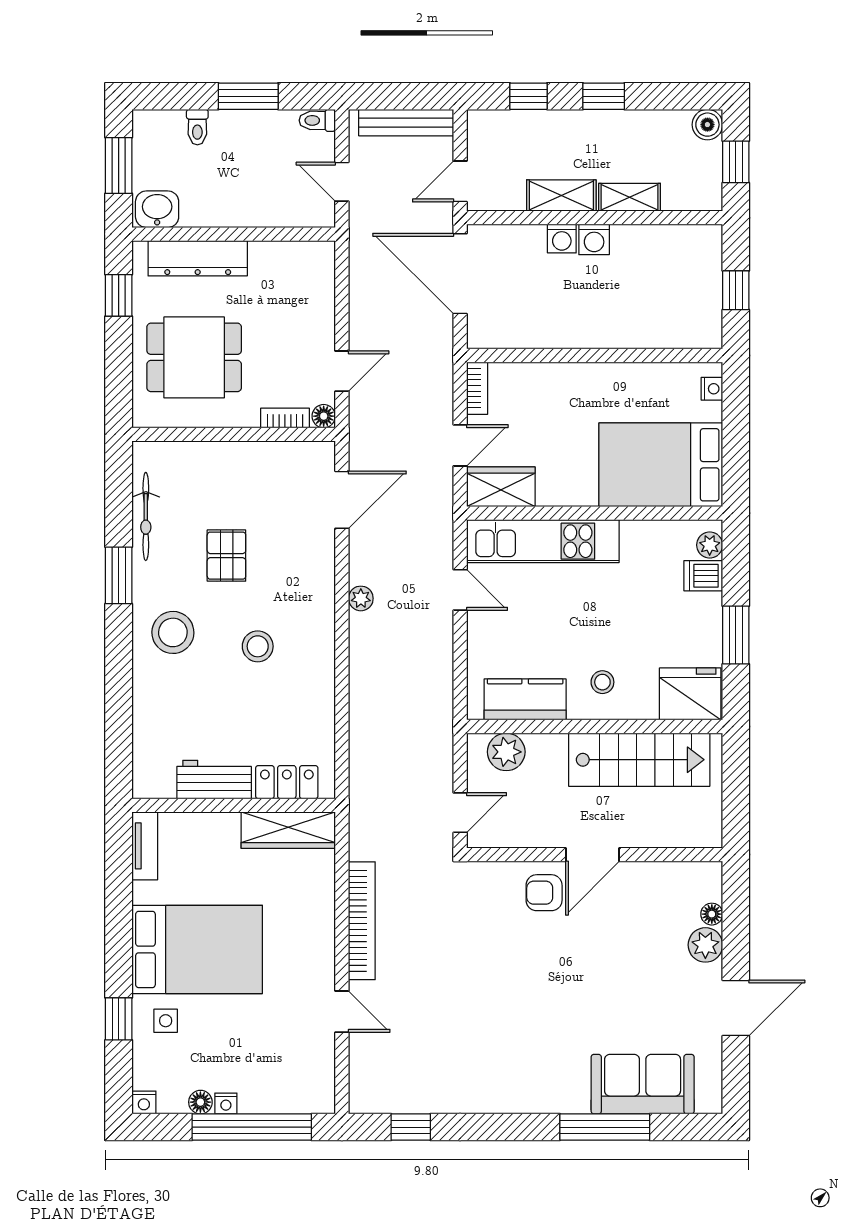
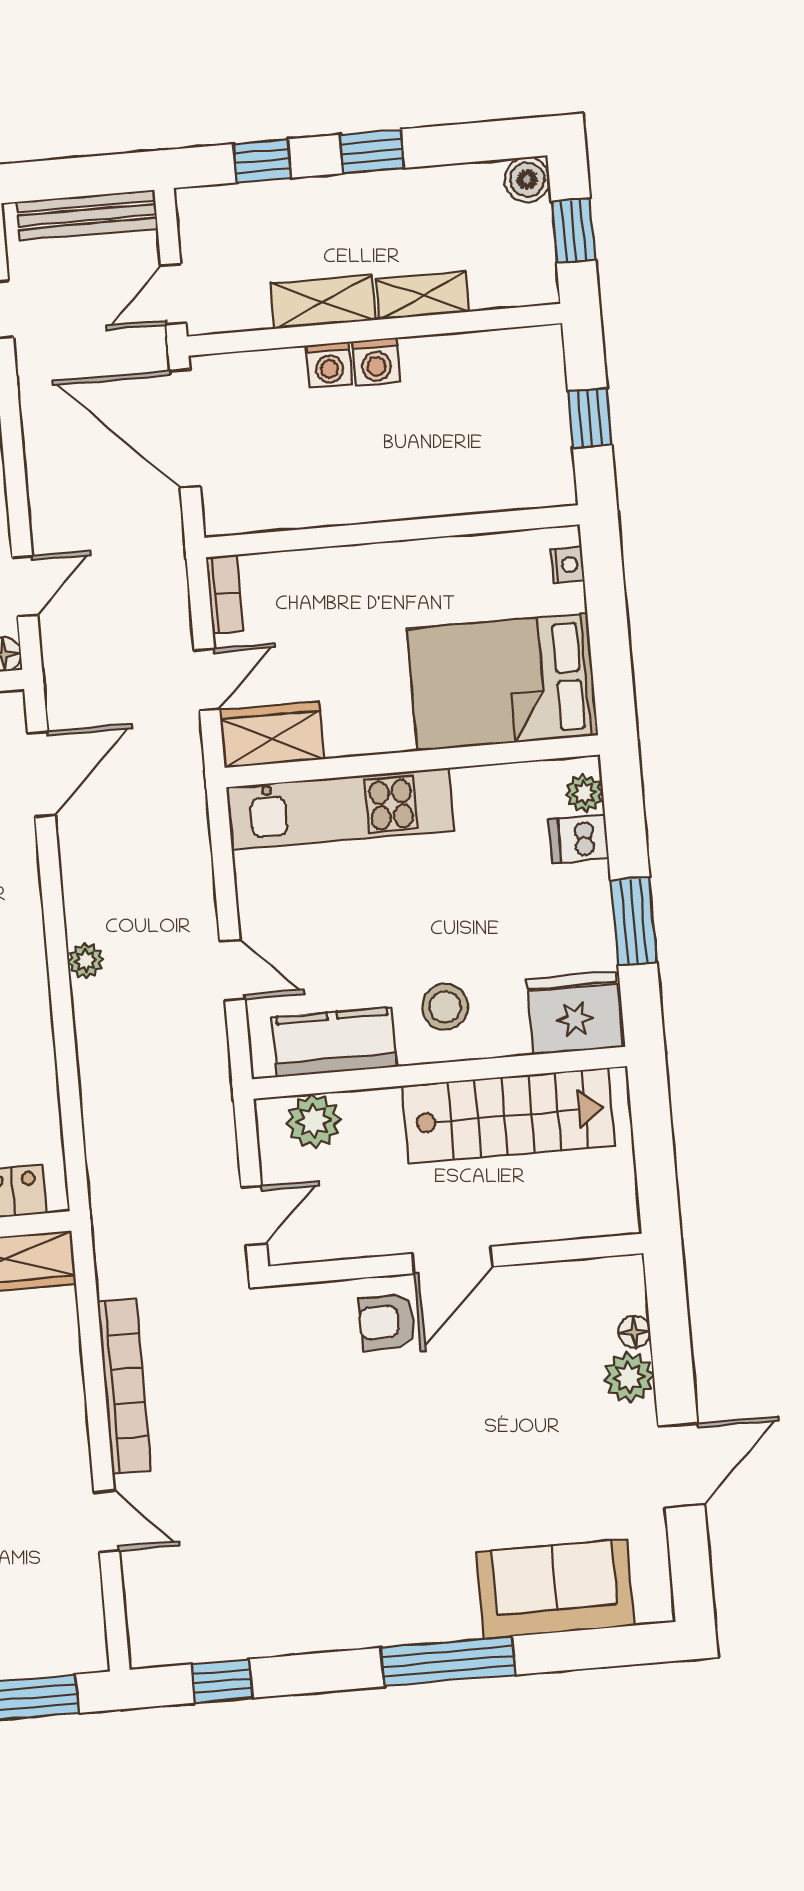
door: (460, 590) -> (232, 970), moved
plant: (361, 598) -> (86, 961), moved
stool: (602, 682) -> (445, 1007), width x1.37, depth x1.37
window: (605, 1127) -> (448, 1661), moved

